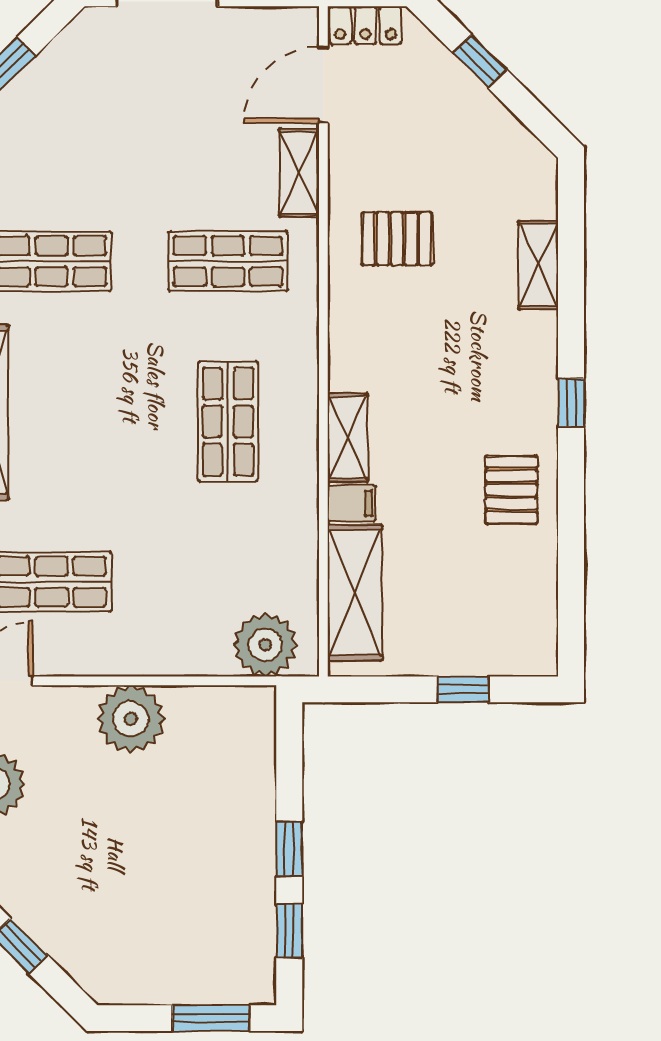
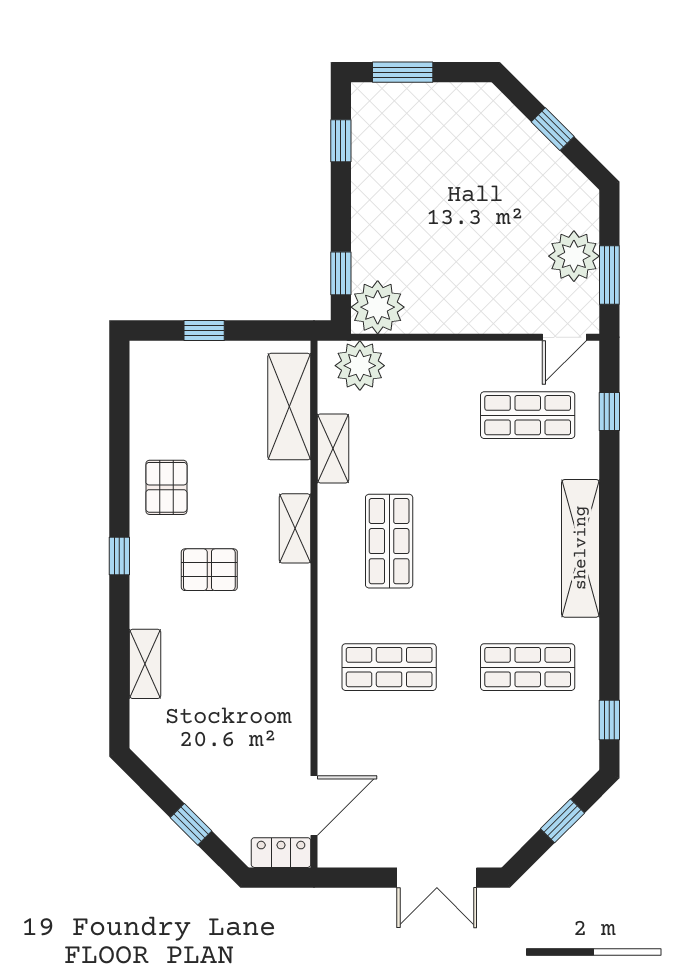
shelving: (299, 173) -> (333, 448), moved
pallet: (397, 239) -> (209, 570), moved
filing cabinet: (352, 503) -> (292, 477), removed
plant: (131, 719) -> (378, 307), moved
window: (289, 849) -> (341, 273), moved

